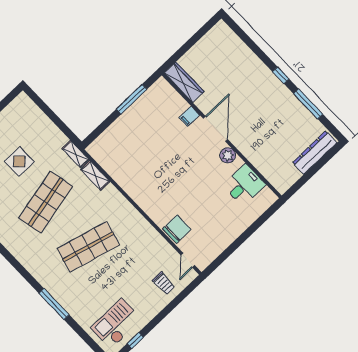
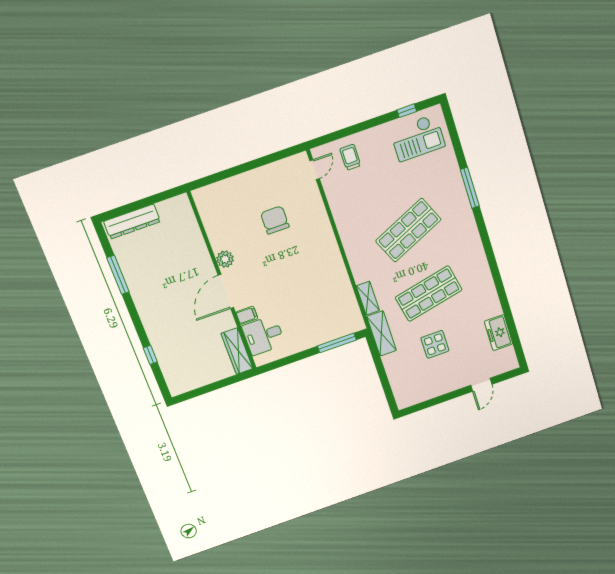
window: (281, 75) -> (150, 355), moved
window: (131, 99) -> (337, 343), moved
shelving: (76, 154) -> (382, 333), width x1.50, depth x1.33
desk: (244, 185) -> (263, 335), moved
chair: (177, 229) -> (275, 220), moved, turned 90
shop shelf: (88, 247) -> (408, 230), turned -39

